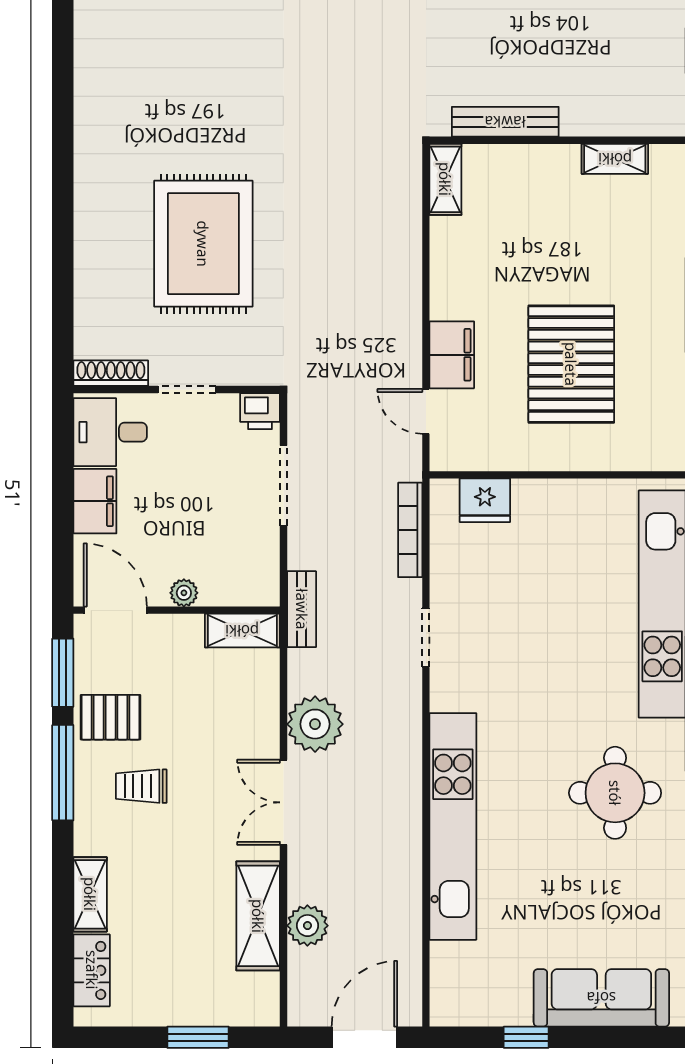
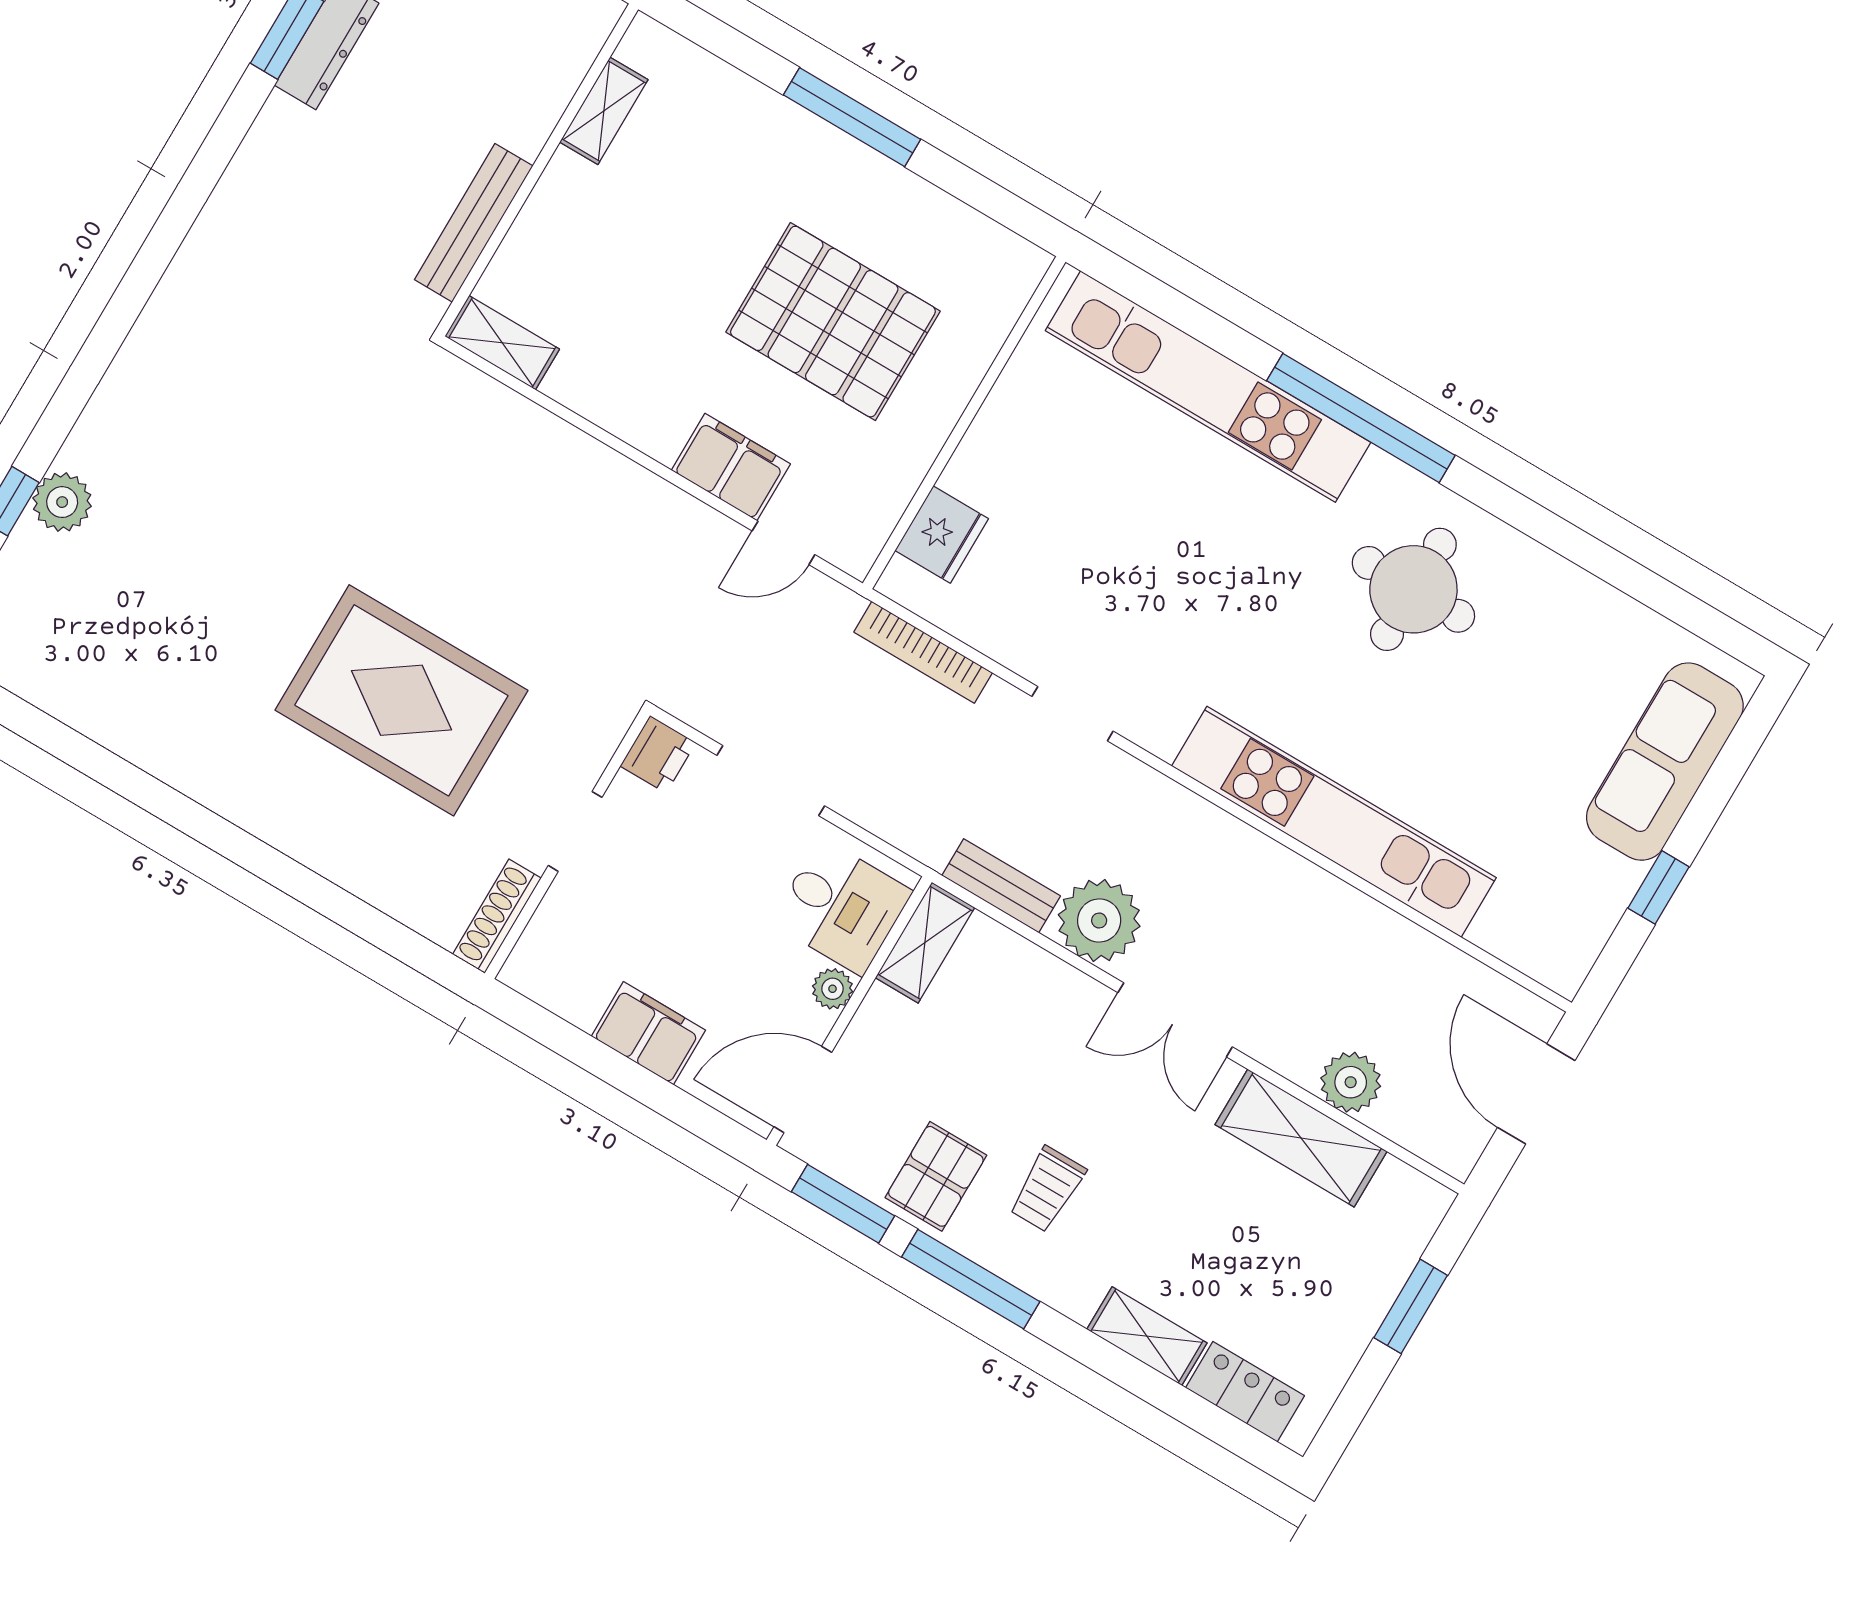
desk: (110, 432) -> (841, 907), moved, turned -90
bench: (302, 609) -> (1001, 886), moved

